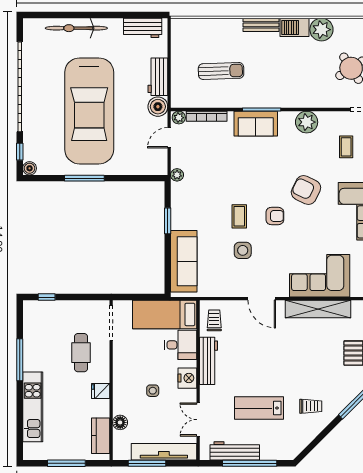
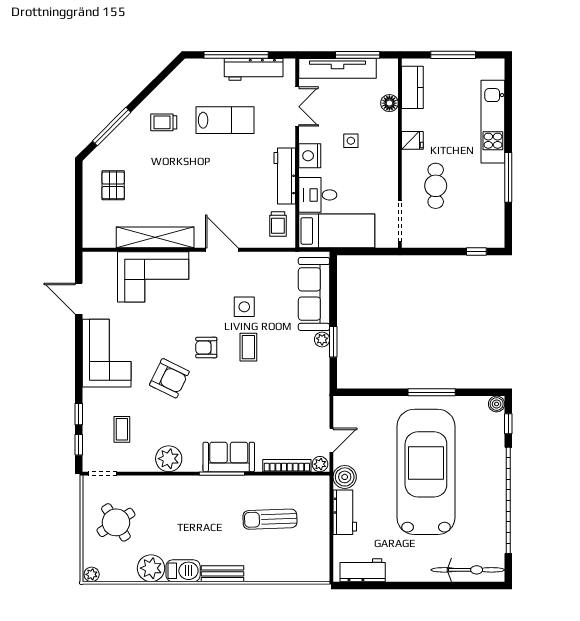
bicycle: (76, 28) -> (468, 570), moved
plant: (177, 175) -> (322, 339), moved

